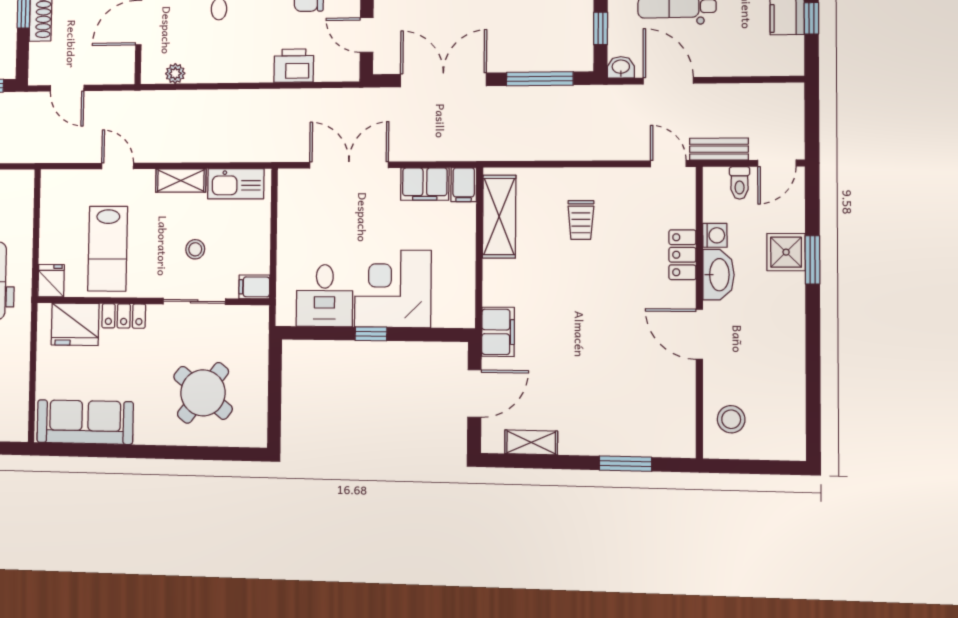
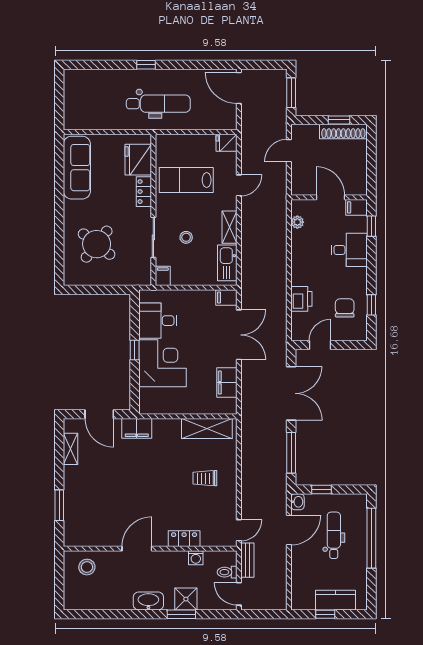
filing cabinet: (464, 185) -> (226, 297), moved
washbasin: (718, 275) -> (148, 601), moved, turned 180
fridge: (51, 281) -> (226, 143), moved, turned 180

